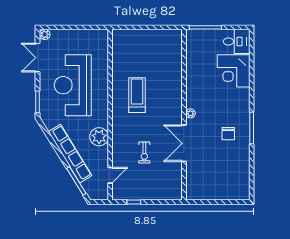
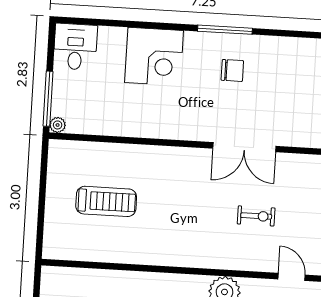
corner desk: (234, 71) -> (154, 57), moved
treadmill: (137, 95) -> (106, 201), moved, turned 180
plant: (190, 113) -> (58, 125), moved

